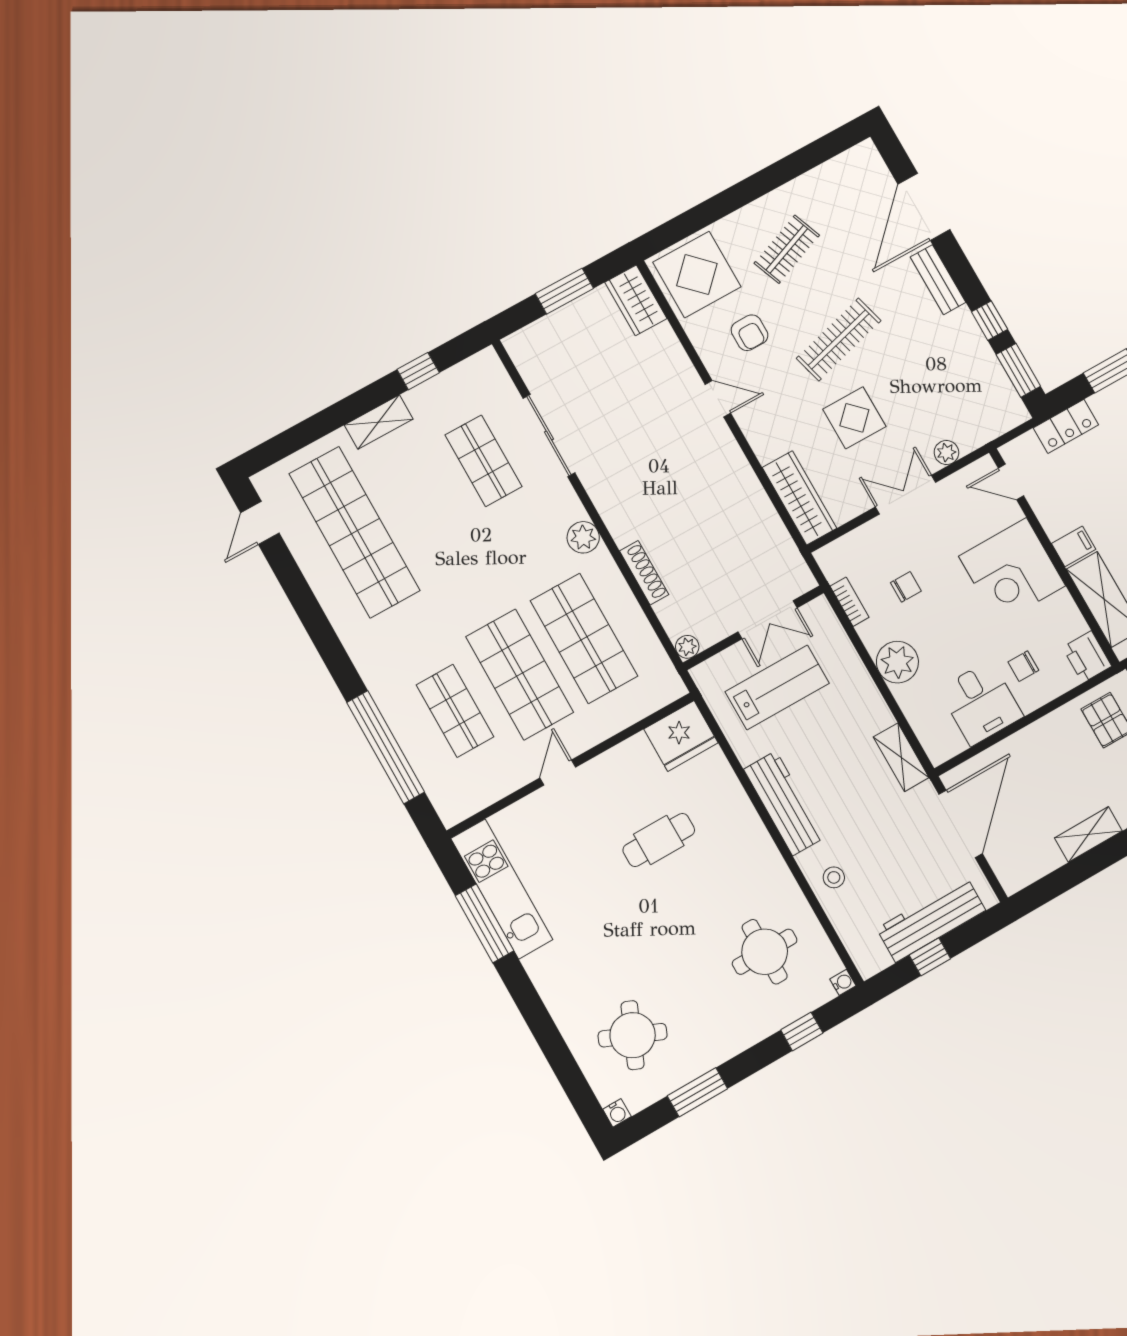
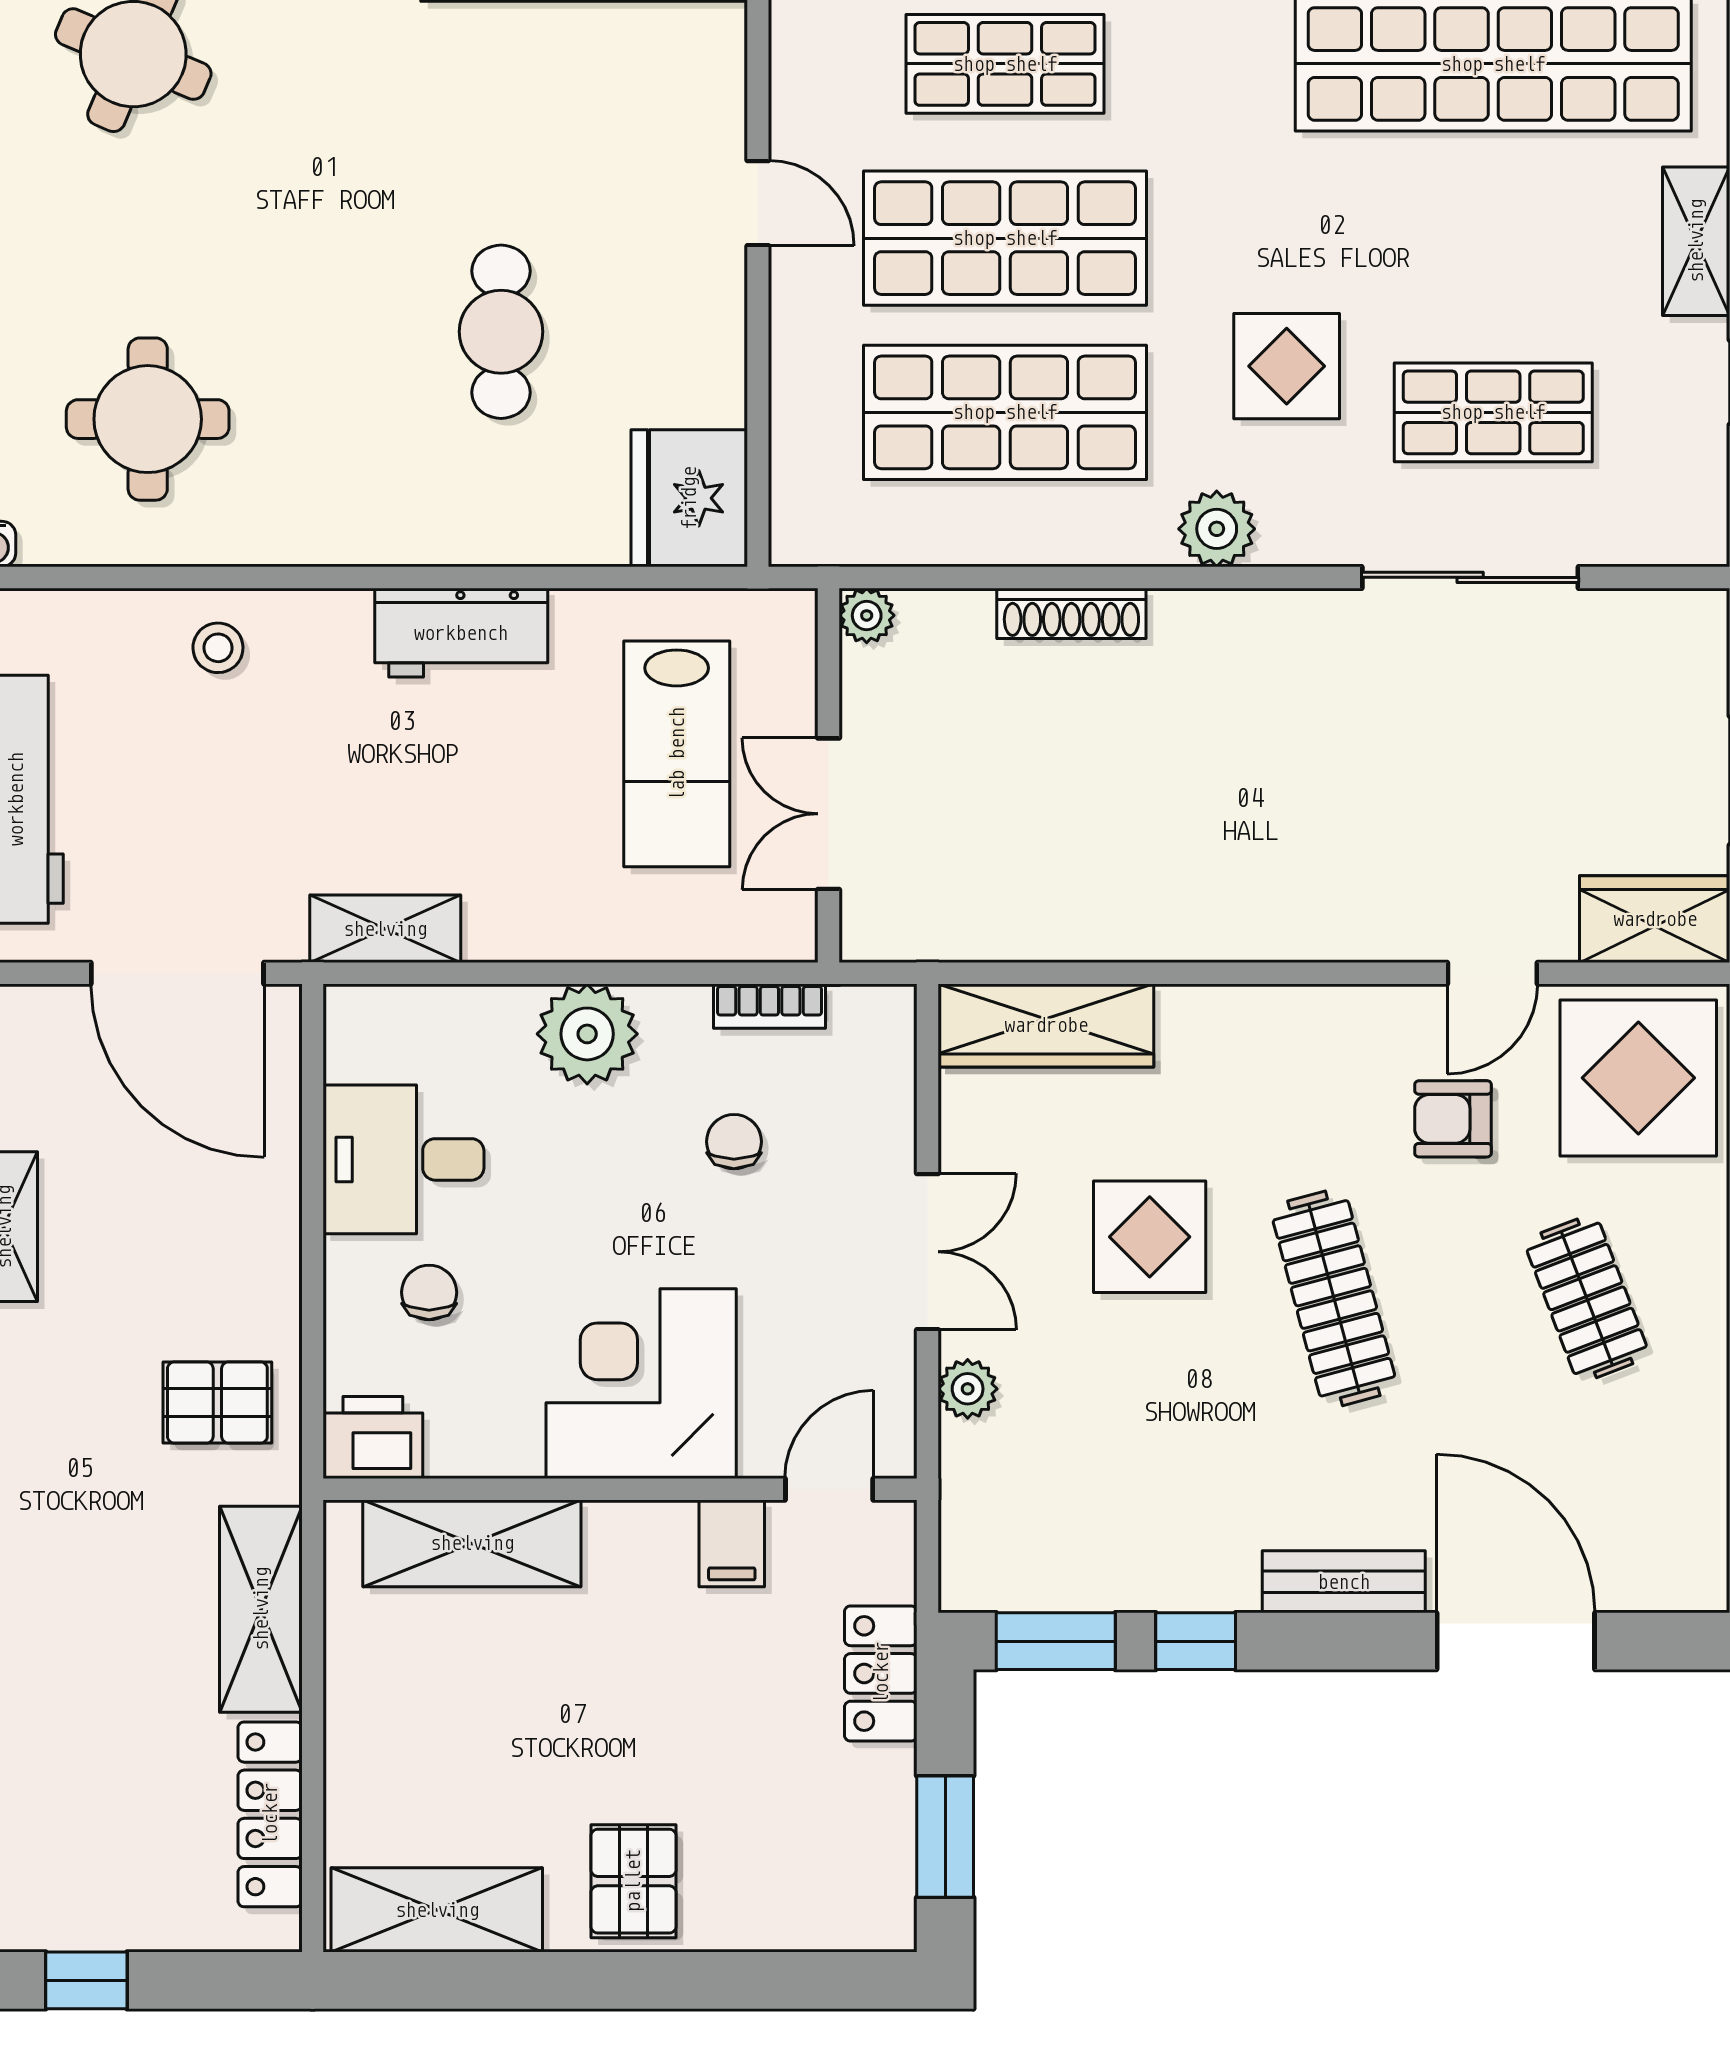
door: (718, 399) -> (1492, 973), moved
display table: (509, 545) -> (1287, 366), added
filing cabinet: (1074, 546) -> (732, 1543), moved
chair: (906, 587) -> (734, 1142), turned 180
workbench: (784, 803) -> (461, 633), width x0.73

